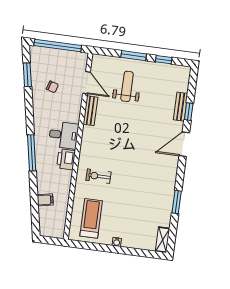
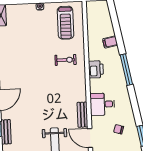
desk: (64, 135) -> (102, 104), moved
filing cabinet: (45, 200) -> (110, 42), moved

